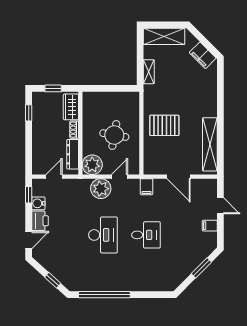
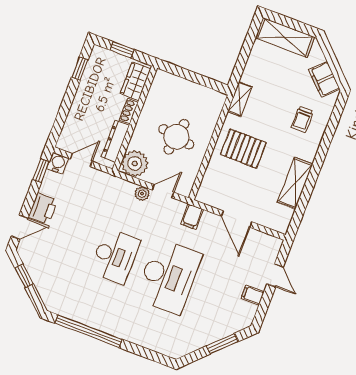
shelving: (149, 72) -> (240, 99), moved
trolley: (198, 89) -> (302, 119), added
shelving: (210, 144) -> (295, 183), width x0.68
plant: (101, 189) -> (142, 194), width x0.53, depth x0.53
water cooler: (38, 203) -> (58, 163), moved, turned 90
desk: (146, 235) -> (168, 276), width x1.87, depth x1.30
window: (53, 280) -> (24, 276), moved

